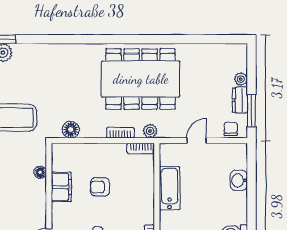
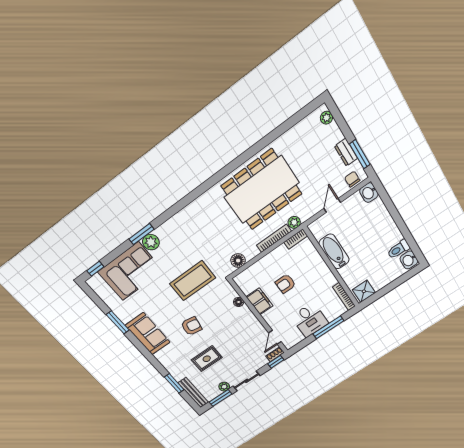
plant: (241, 79) -> (326, 118), moved
bookcase: (120, 133) -> (274, 238), width x1.56
washbasin: (239, 180) -> (369, 193), moved

